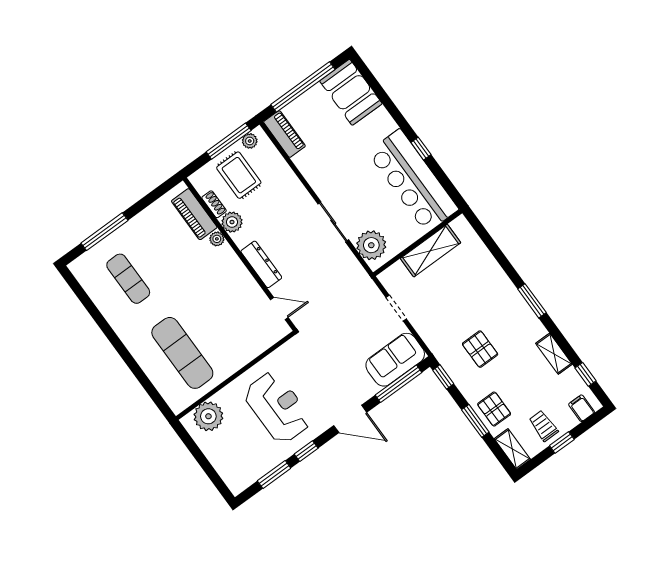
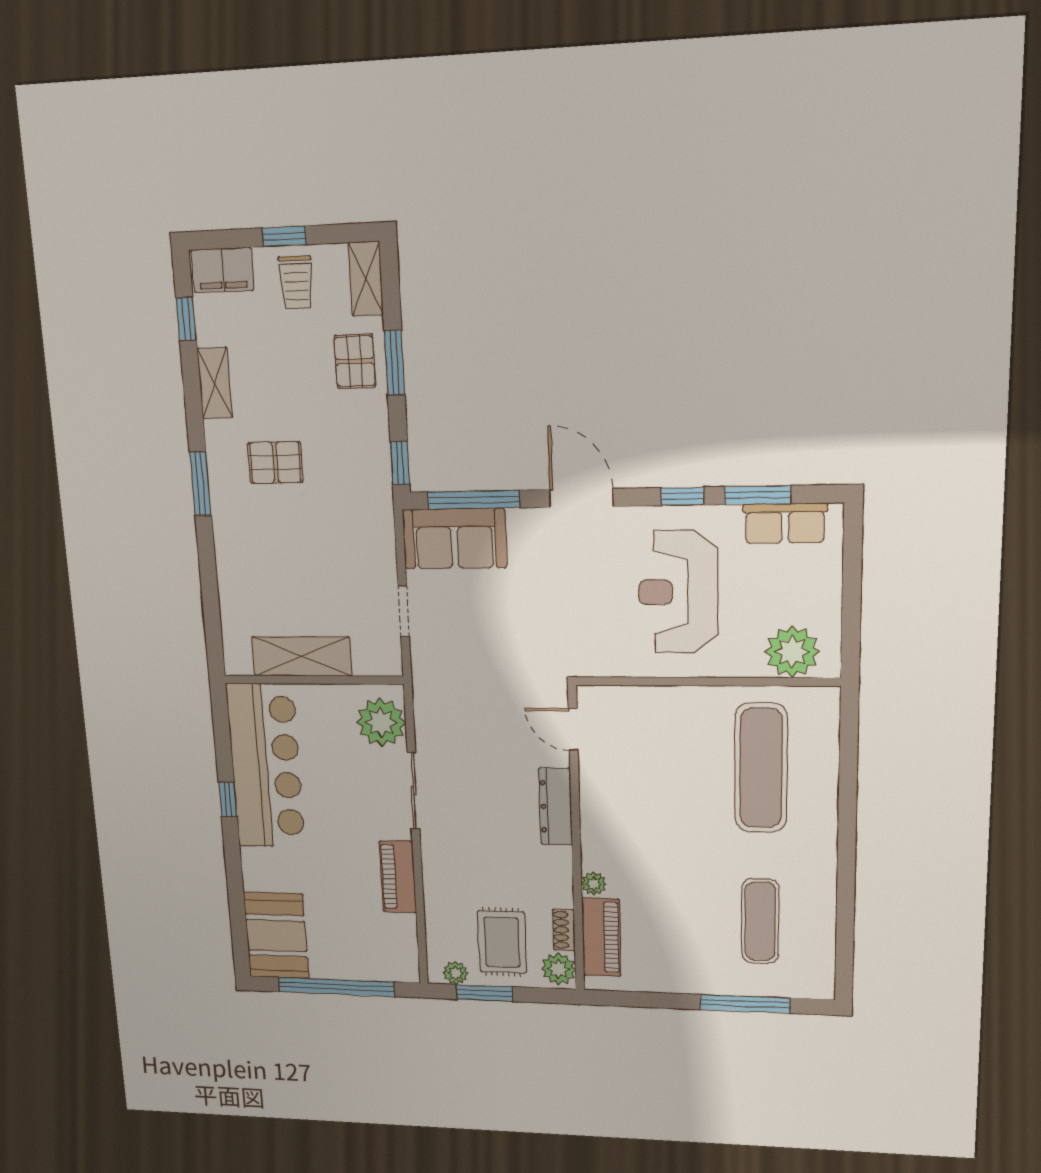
piano: (284, 134) -> (398, 877), moved
window: (229, 141) -> (485, 993), width x0.69
plant: (232, 222) -> (558, 969), moved
pallet: (480, 349) -> (275, 462), moved, turned 90
filing cabinet: (582, 408) -> (222, 270), width x2.00
row of seats: (253, 471) -> (785, 523), added

